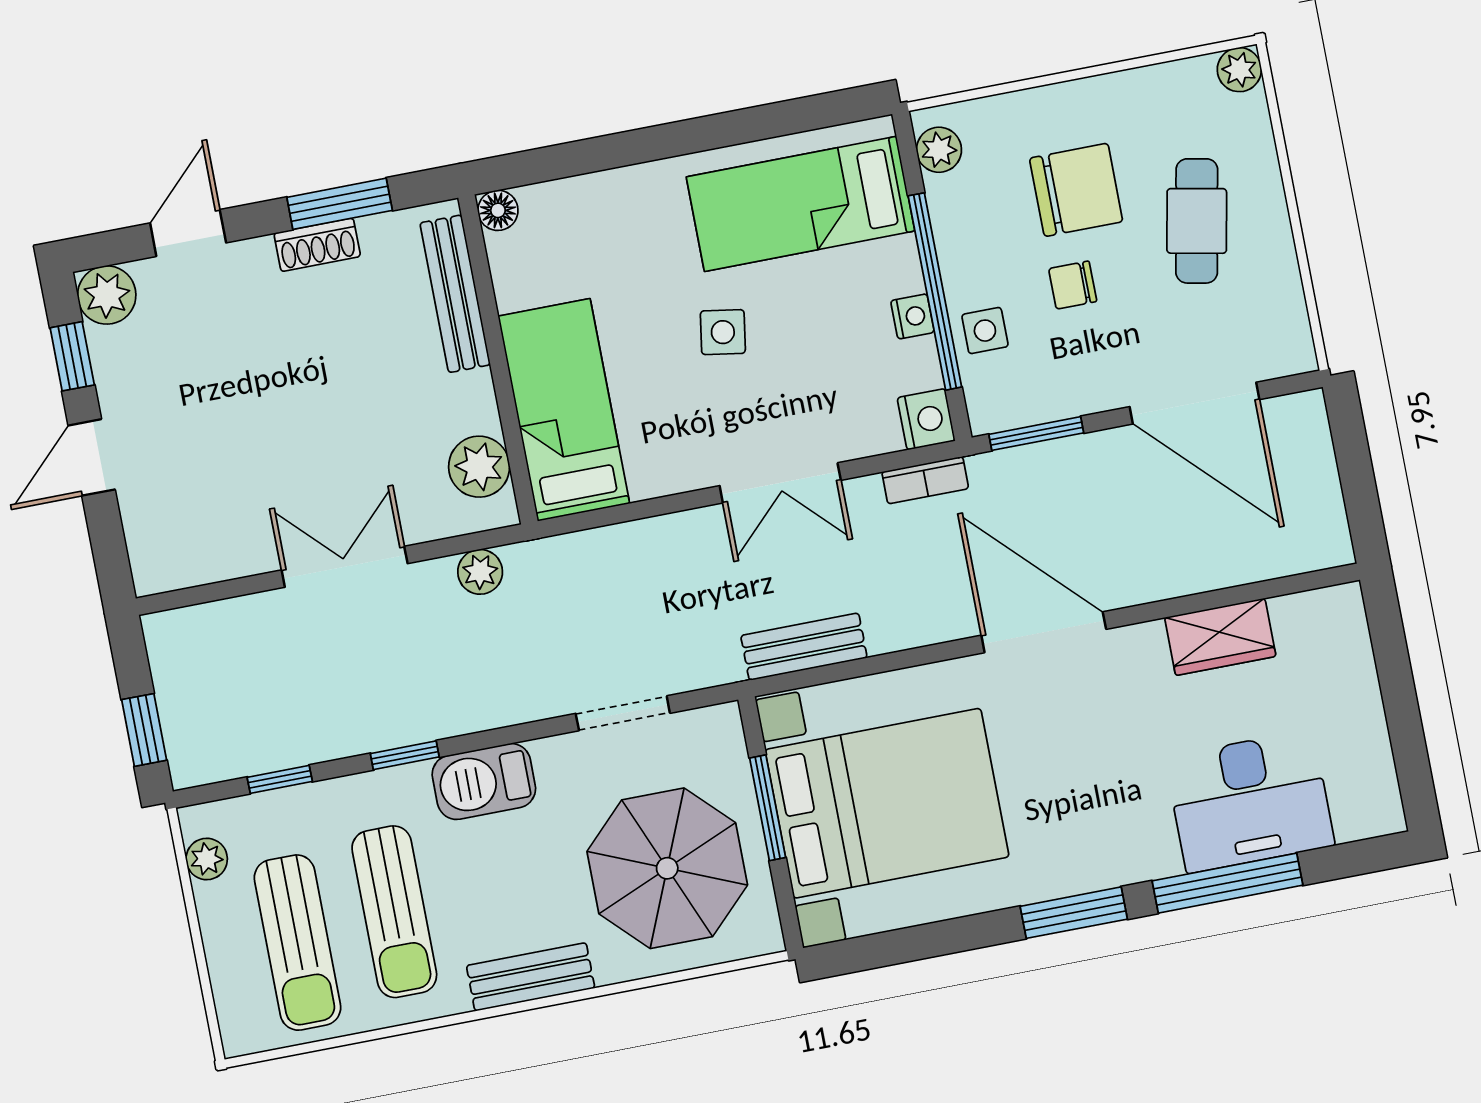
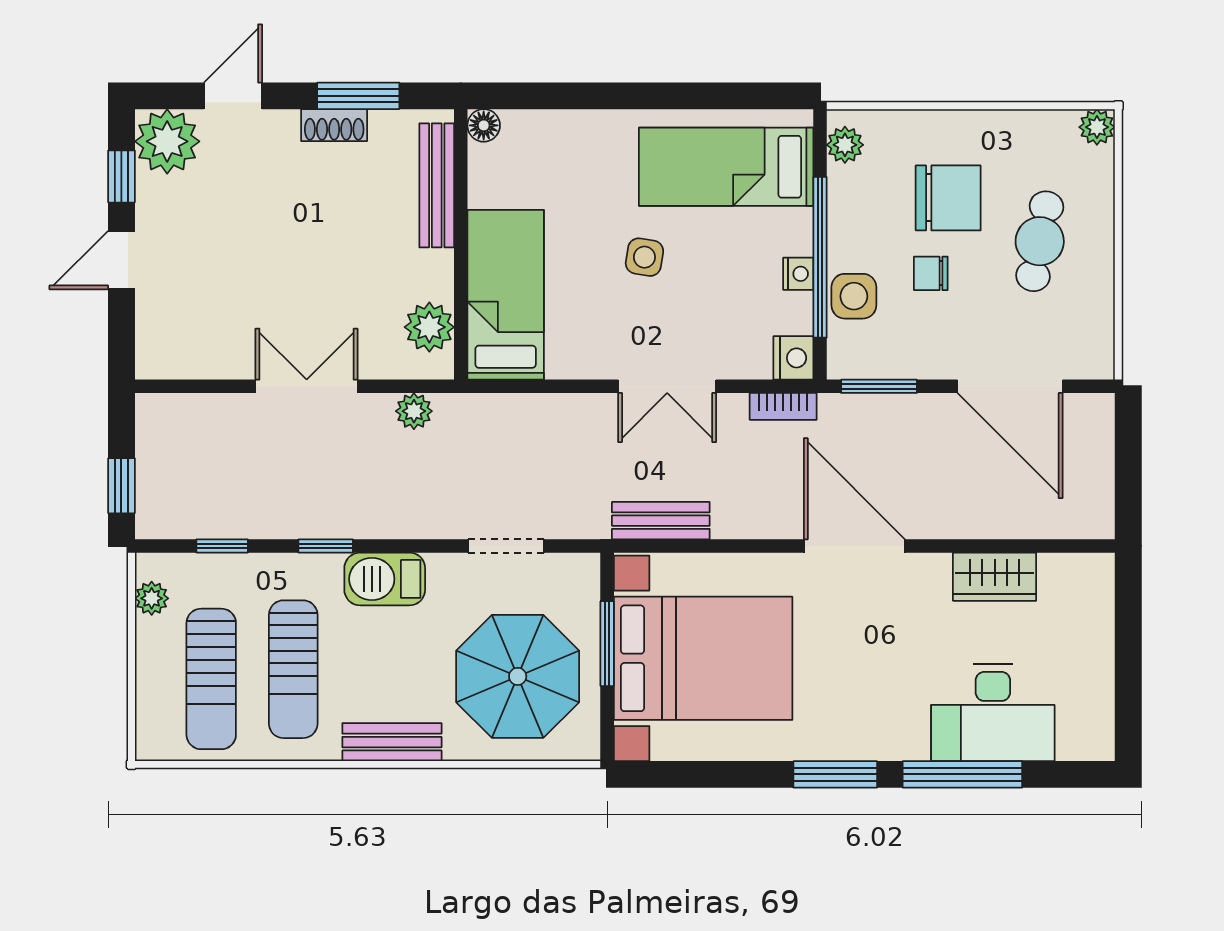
plant: (107, 295) -> (167, 141), width x1.36, depth x1.36
side table: (985, 331) -> (854, 296), width x1.37, depth x1.37

